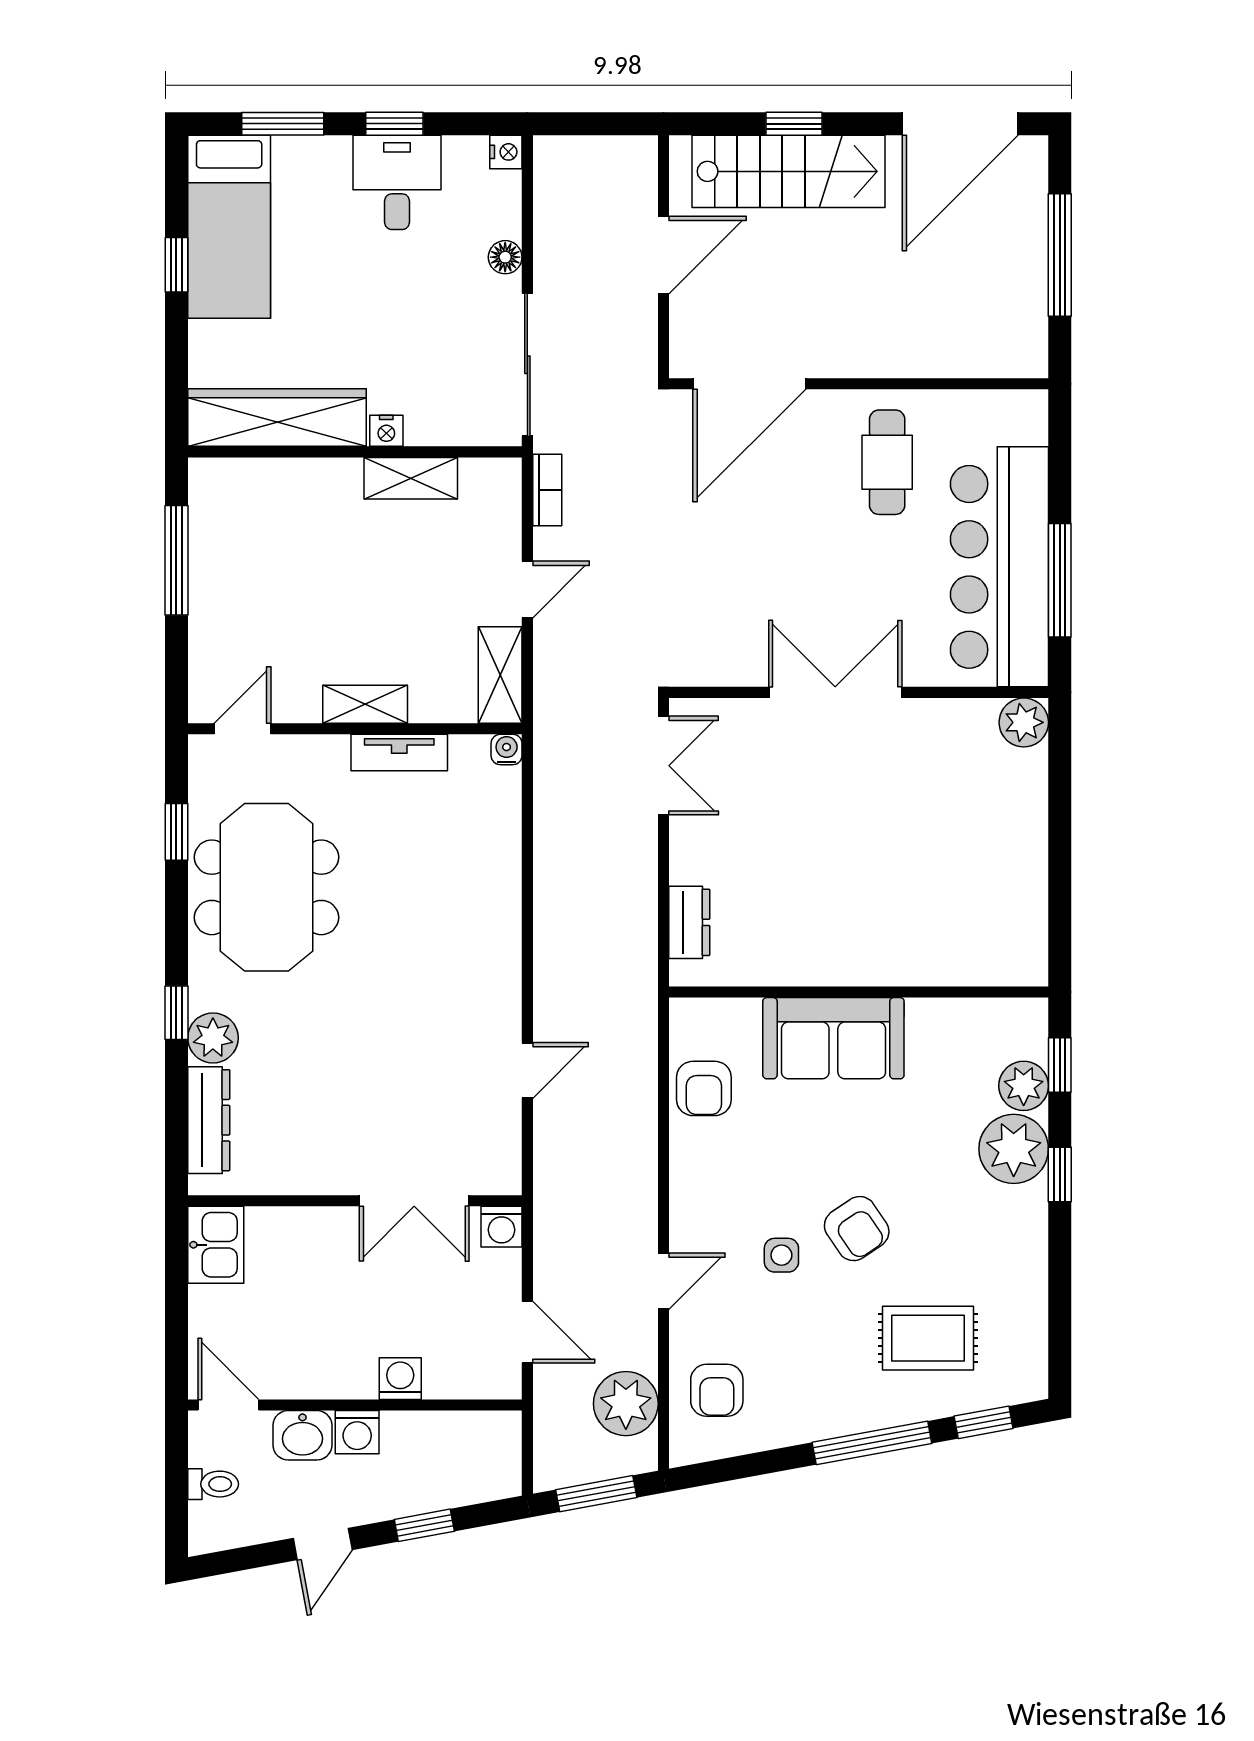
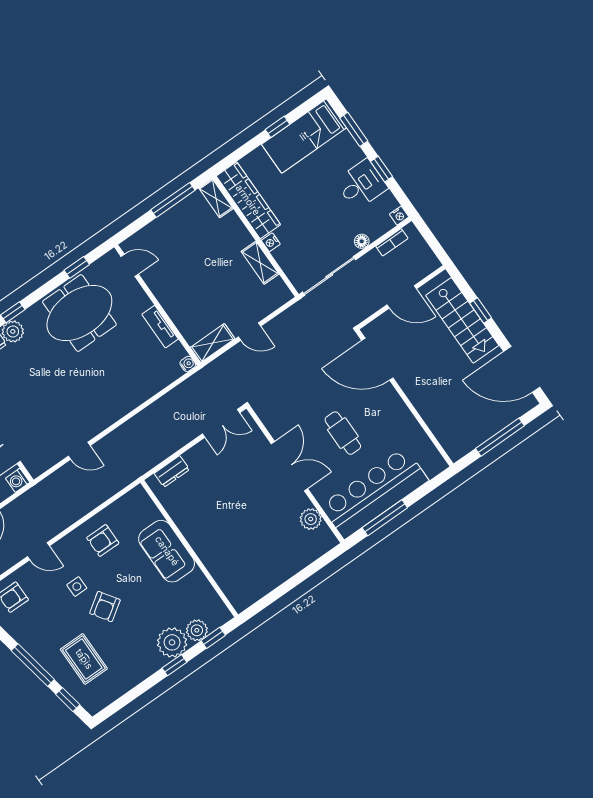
cafe table: (887, 462) -> (343, 433), moved, turned 90
bookcase: (547, 490) -> (392, 242), moved
shelving: (365, 704) -> (216, 198), moved
plant: (1024, 722) -> (311, 519), moved
armchair: (704, 1088) -> (103, 540), moved

